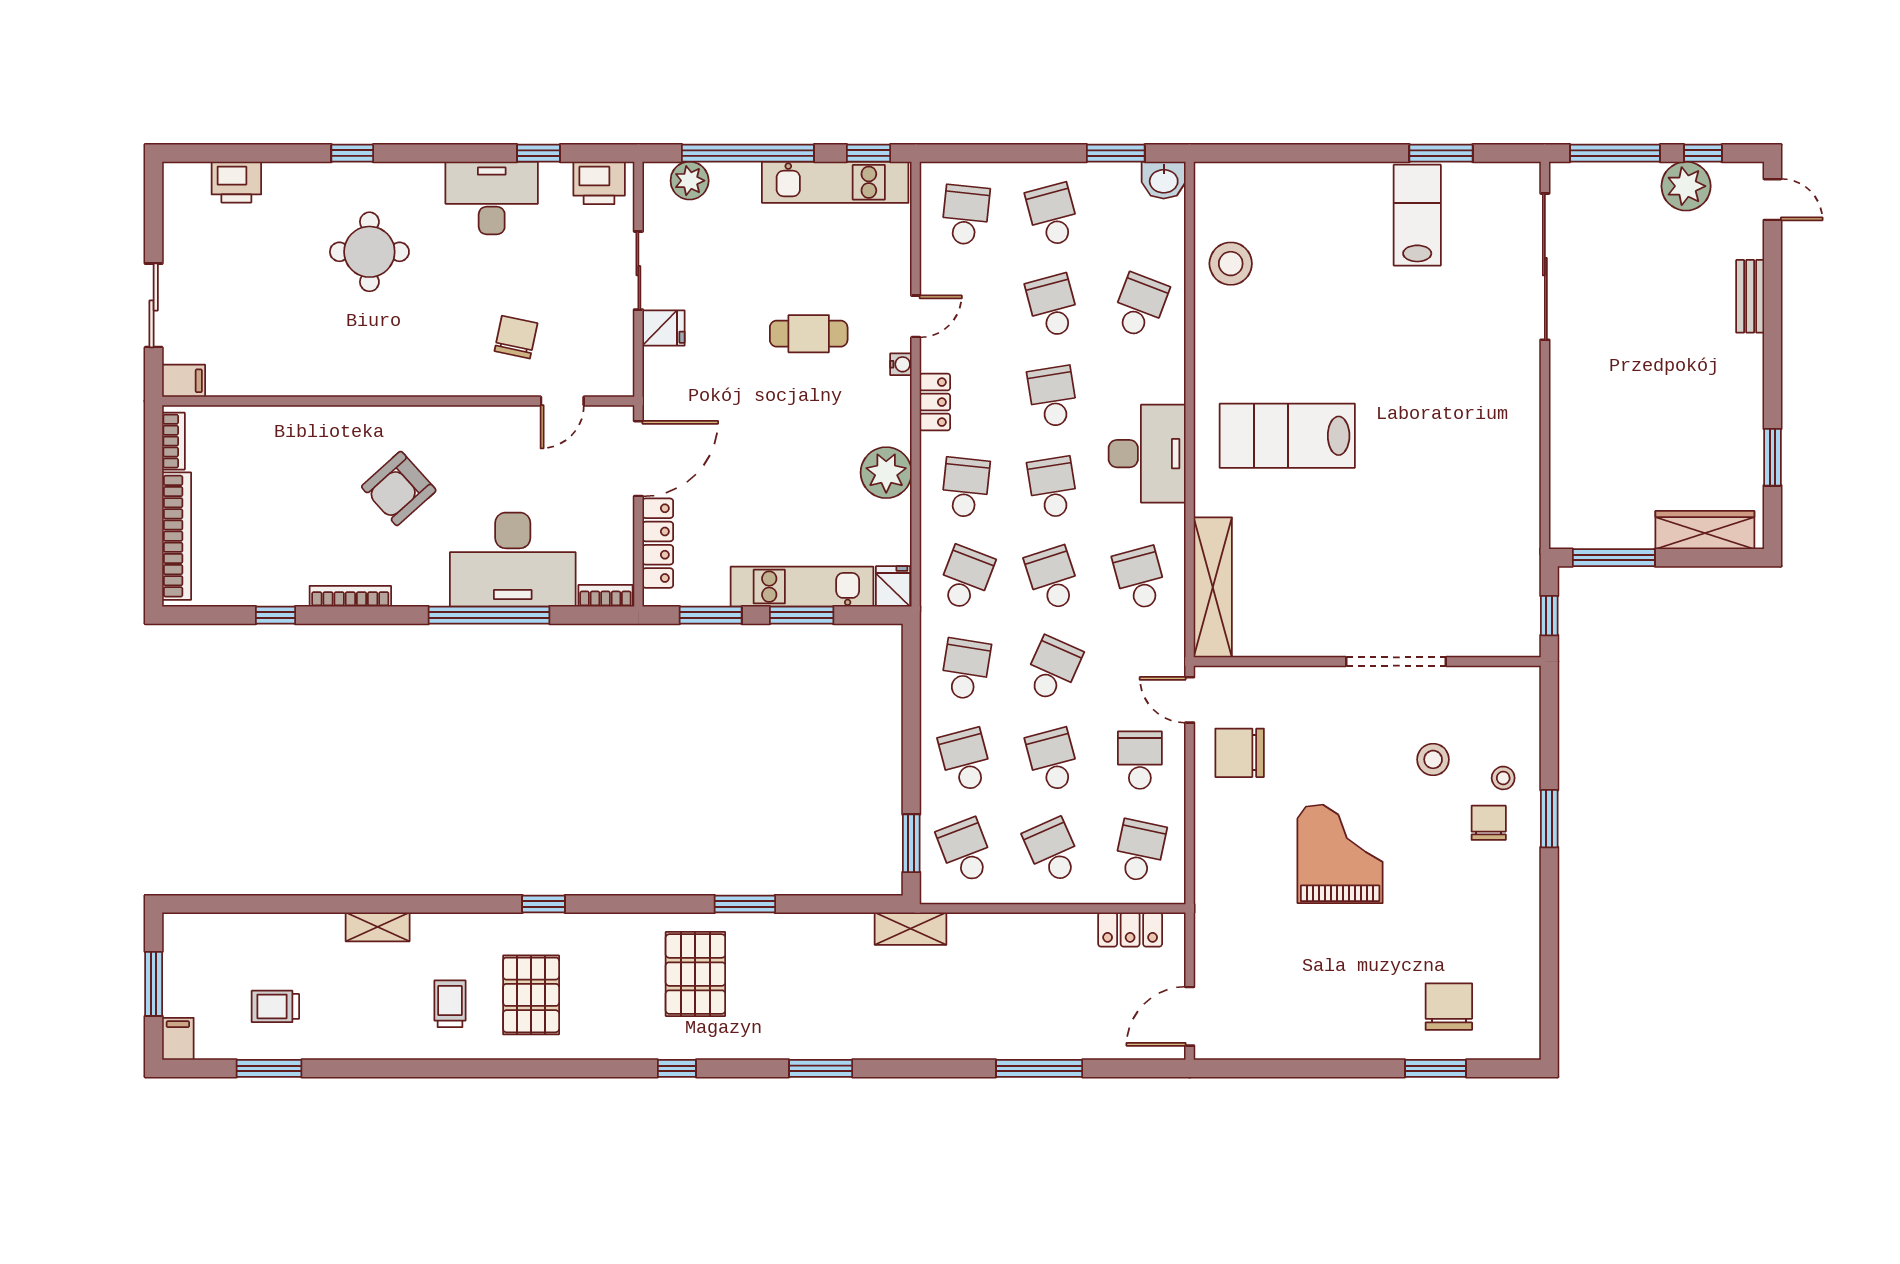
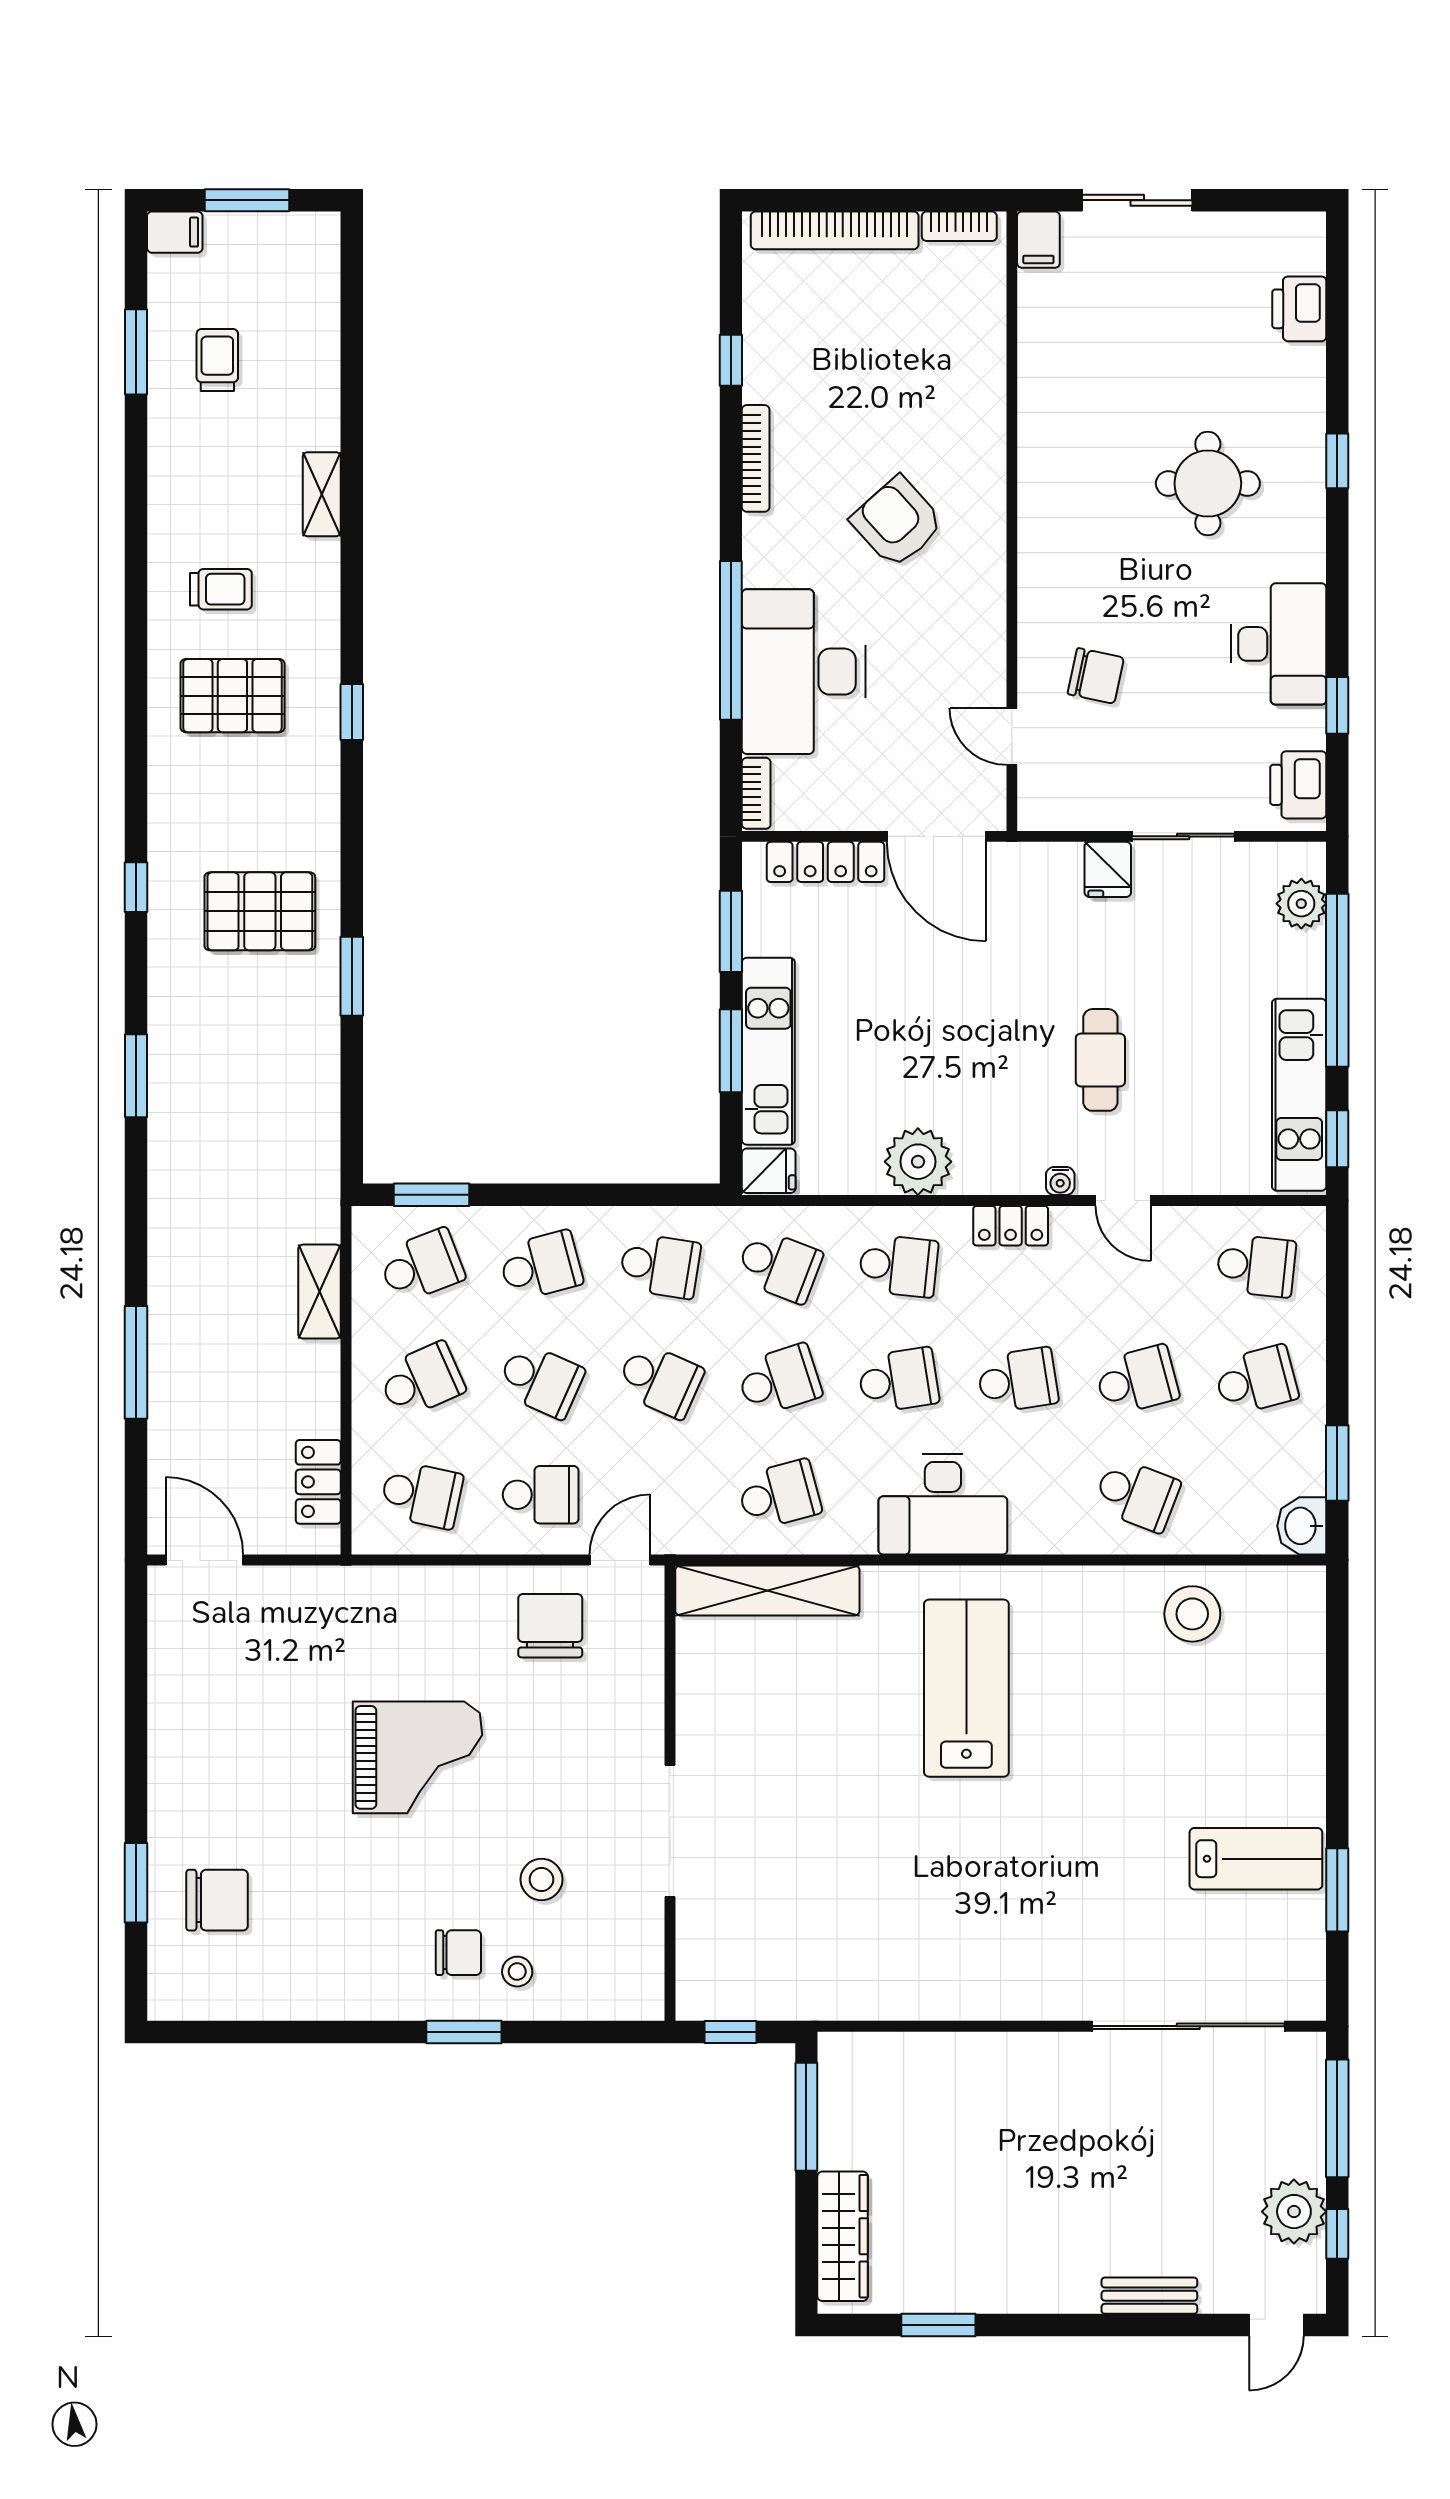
school desk: (1053, 760) -> (541, 1380), turned 39
shelving: (911, 929) -> (319, 1292), moved

